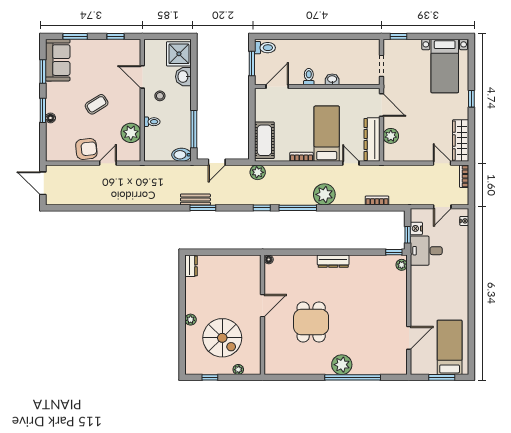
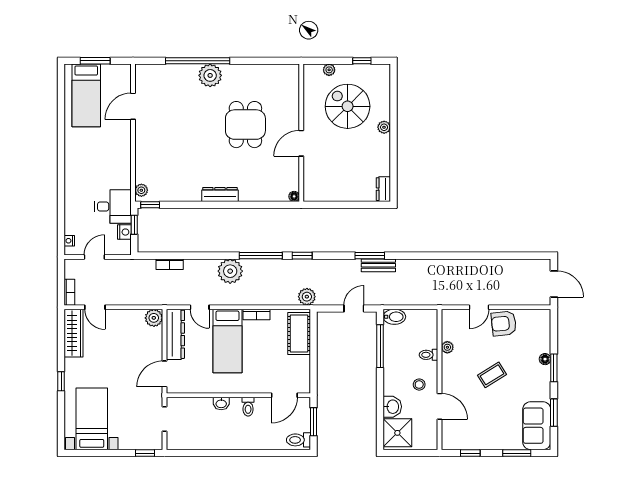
door: (381, 105) -> (164, 374), hinge flipped
plant: (131, 133) -> (447, 347), width x0.53, depth x0.53
plant: (391, 136) -> (154, 318), moved

